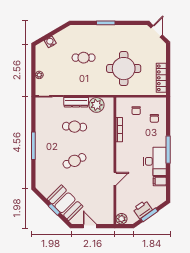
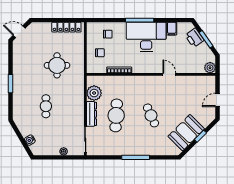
round table: (124, 69) -> (57, 65), width x0.73, depth x0.73
cafe table: (75, 127) -> (116, 115), width x1.37, depth x1.35
desk: (155, 161) -> (146, 37), width x1.36, depth x1.30
booth: (65, 203) -> (186, 133), moved
printer: (143, 209) -> (194, 38), moved

